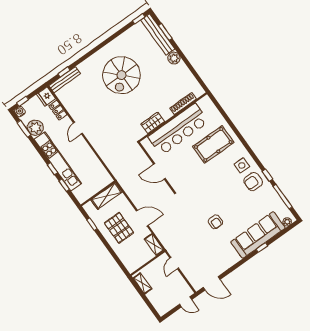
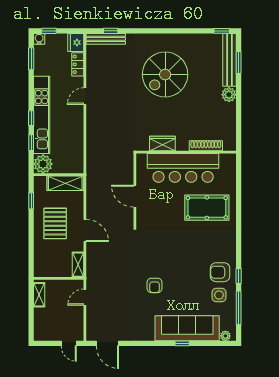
plant: (35, 128) -> (43, 164), moved
side table: (242, 165) -> (219, 295), moved

